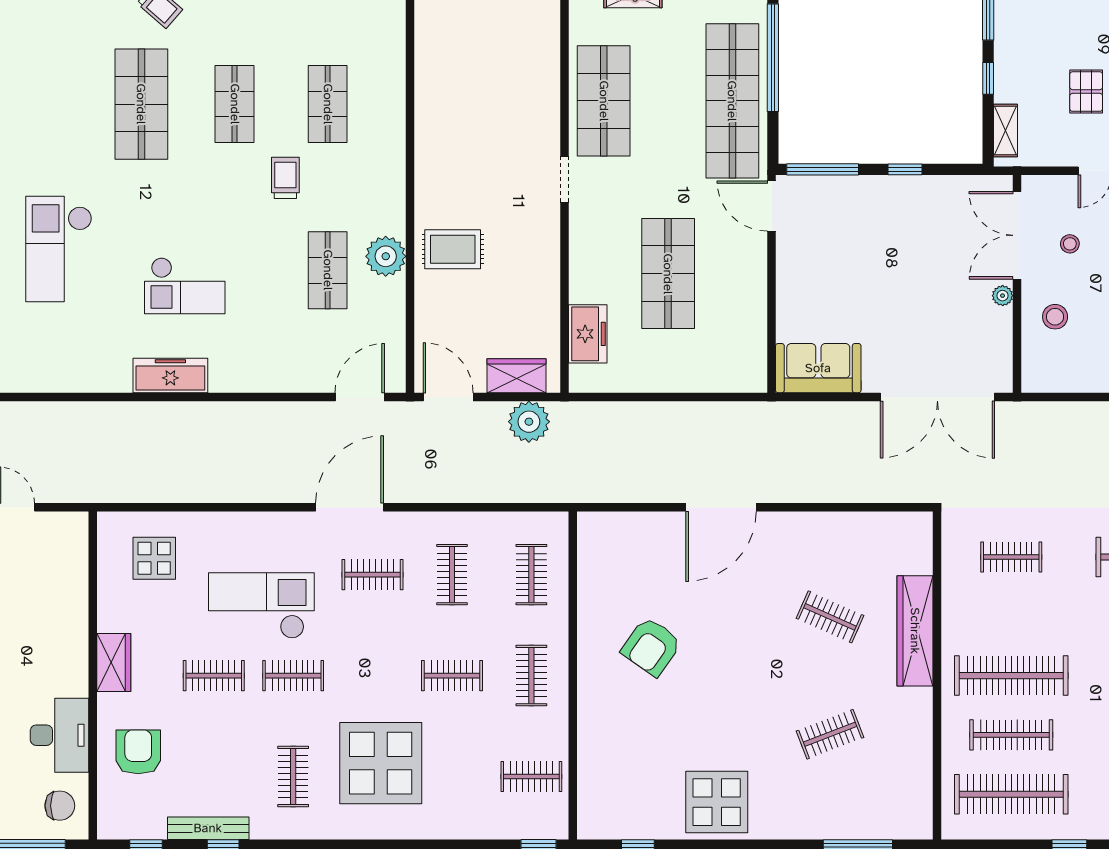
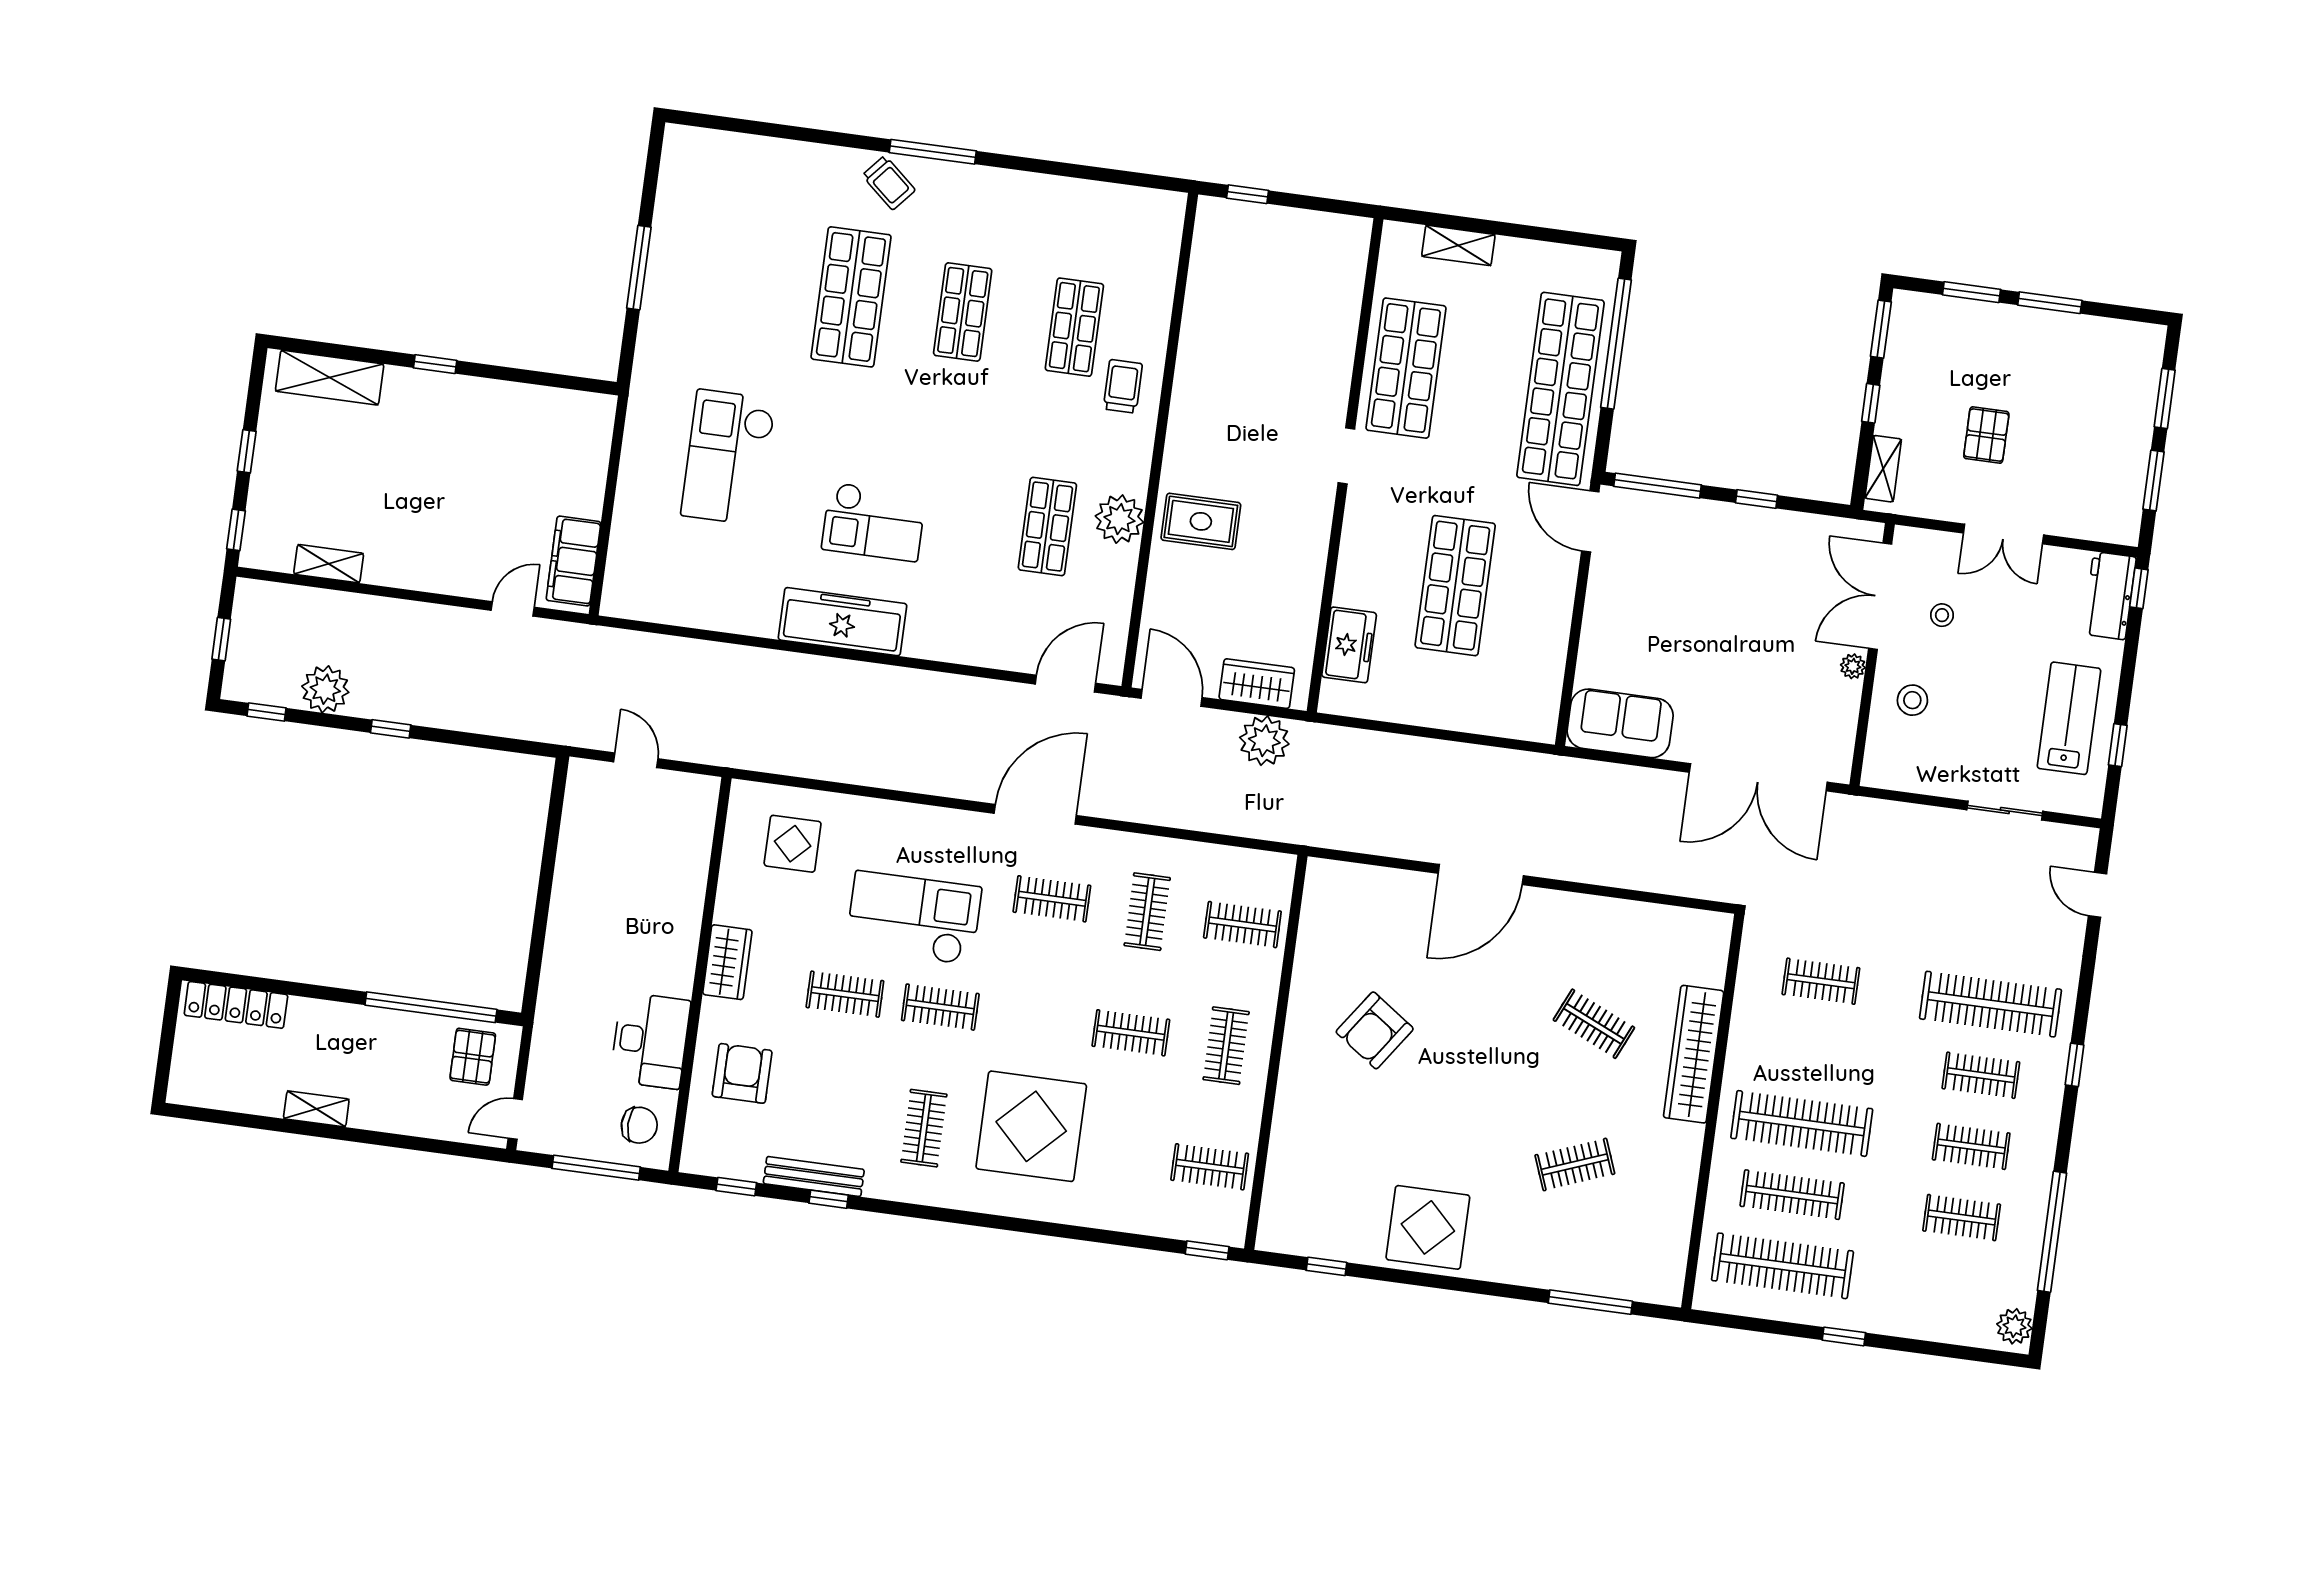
trolley: (285, 178) -> (1123, 386), moved
freezer: (170, 375) -> (842, 622), width x1.36, depth x1.26
clothes rail: (531, 575) -> (1242, 925), turned 90

